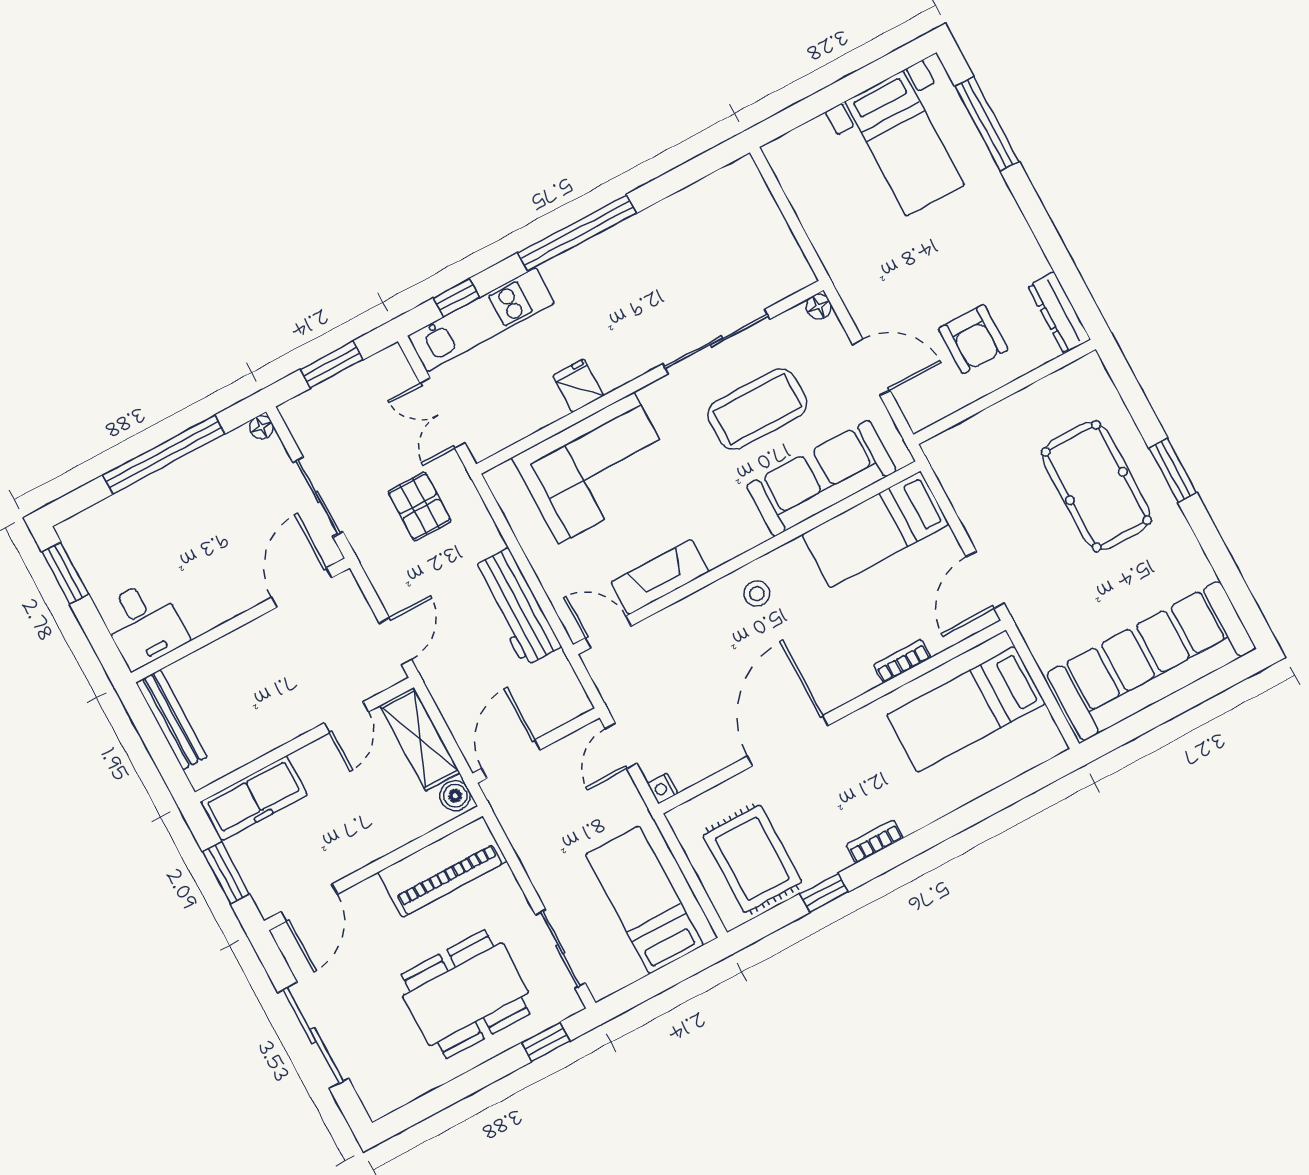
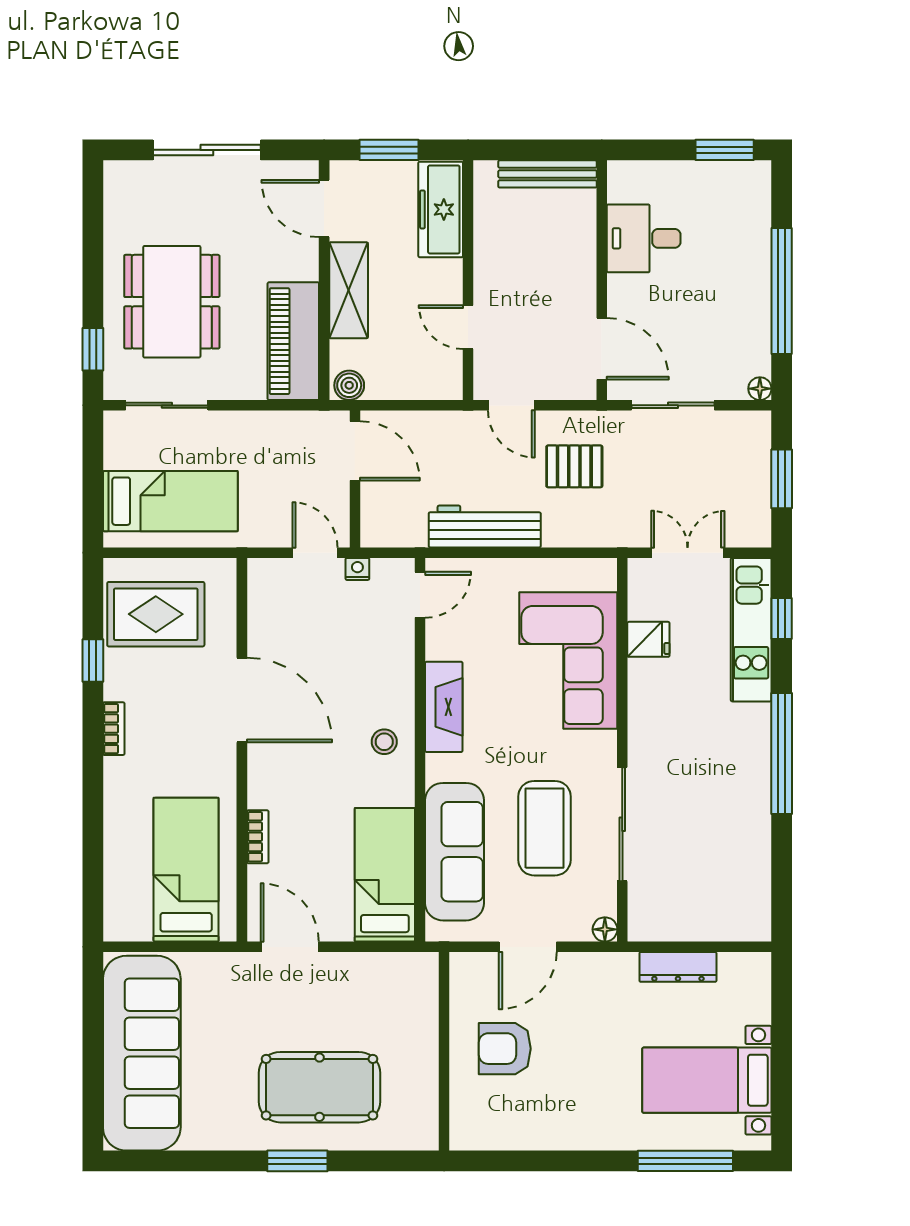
dresser: (1059, 313) -> (678, 967), moved, turned 180
fridge: (578, 386) -> (648, 639), moved
pallet: (420, 506) -> (574, 466), moved
fireplace: (660, 577) -> (444, 707), moved
desk: (144, 624) -> (644, 238), moved
shelving: (420, 739) -> (349, 290), moved, turned 90
nightstand: (663, 788) -> (357, 569), moved

